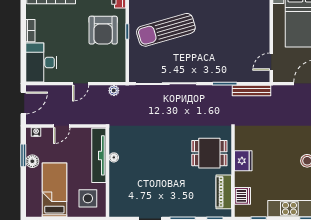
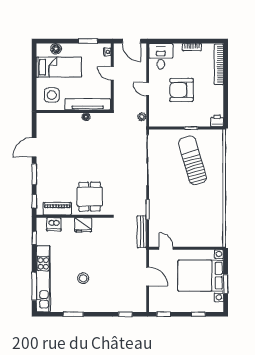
armchair: (103, 30) -> (182, 90), moved
desk: (41, 62) -> (161, 56), width x0.73
floor lamp: (32, 161) -> (56, 49), moved

